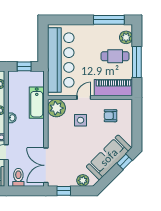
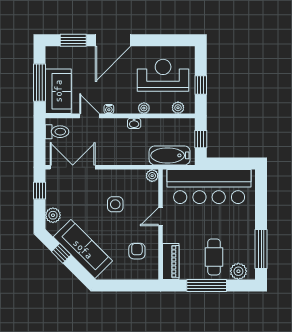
piano: (113, 88) -> (171, 262), width x0.73, depth x0.75
door: (84, 97) -> (161, 217), swing flipped
bathtub: (37, 103) -> (170, 155), moved
plant: (56, 108) -> (152, 176), width x0.53, depth x0.53
side table: (81, 120) -> (115, 204), moved
window: (124, 162) -> (61, 253), moved

